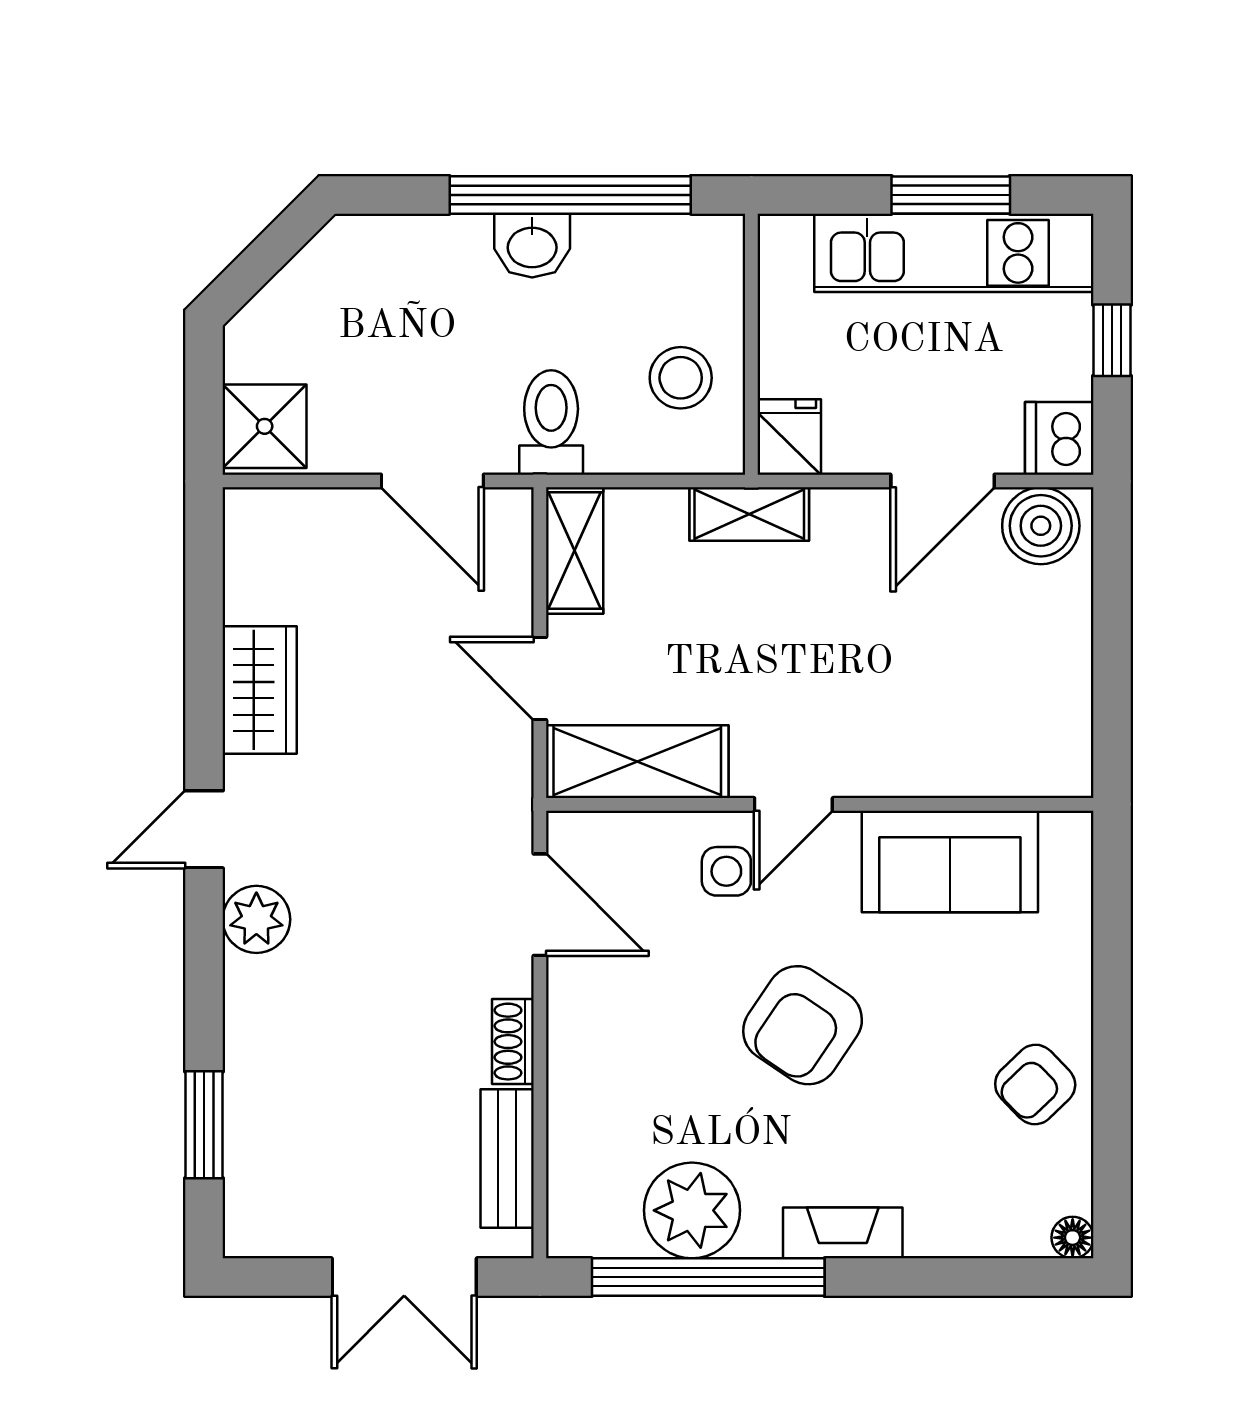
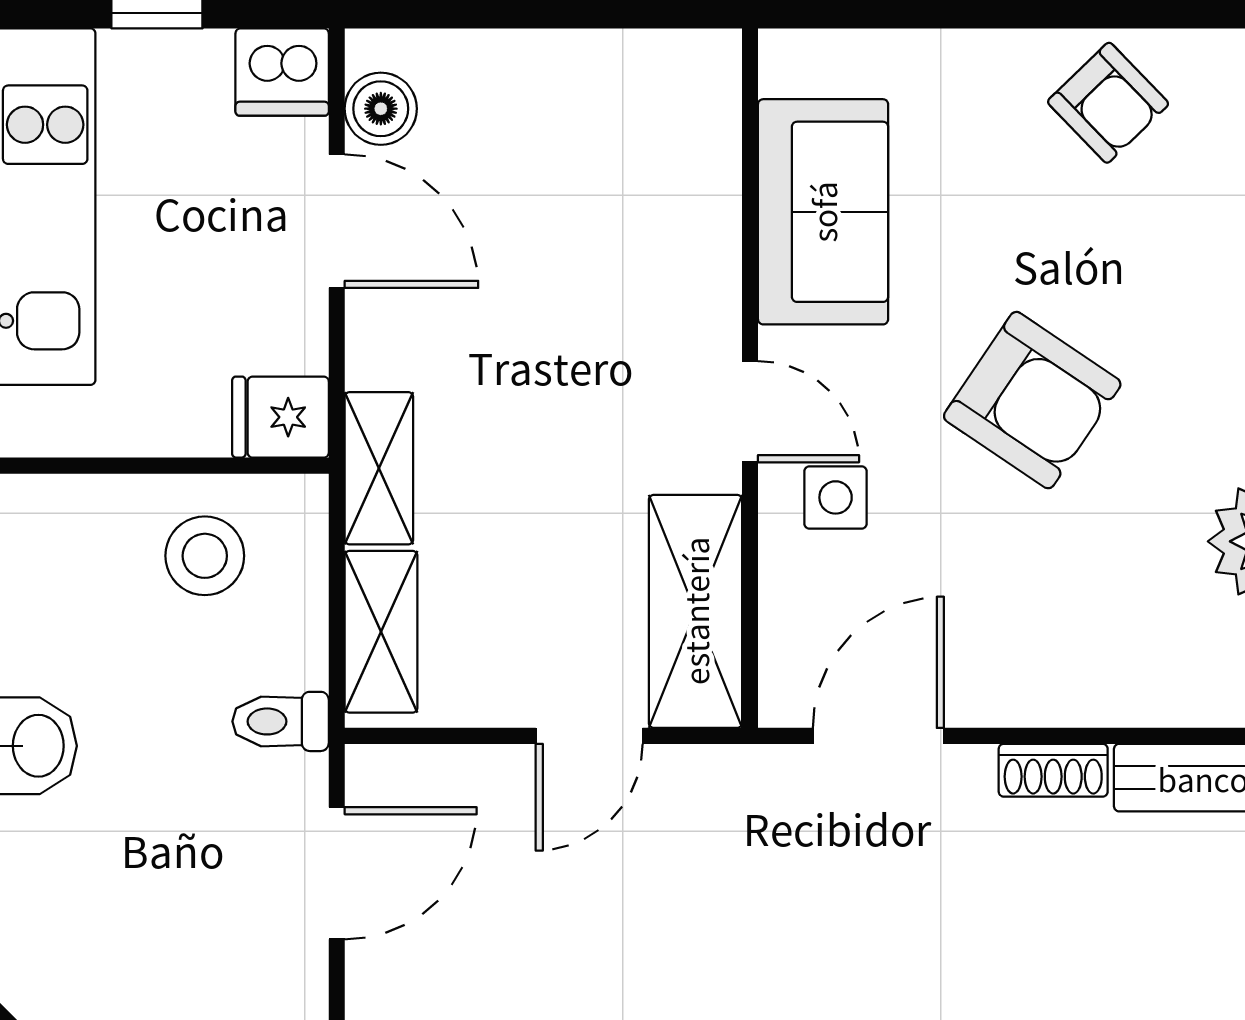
toilet: (551, 422) -> (281, 721), width x0.73, depth x0.72
boiler: (1041, 526) -> (381, 109), width x0.73, depth x0.73
shelving: (575, 551) -> (381, 632), moved, turned 90

